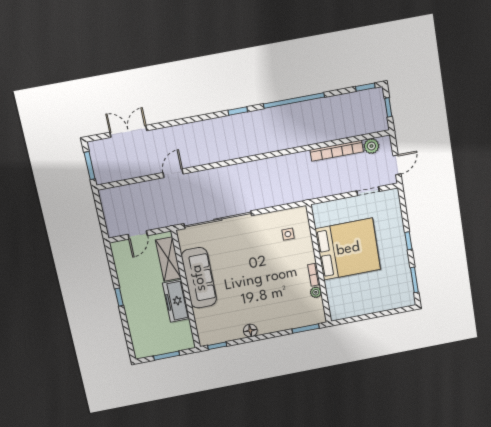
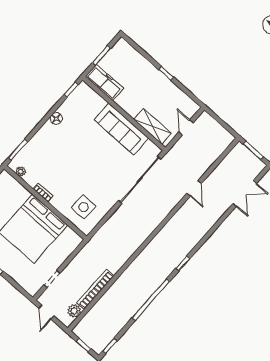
side table: (288, 234) -> (84, 207), width x1.87, depth x1.87
plant: (316, 292) -> (21, 172), moved
freezer: (176, 301) -> (104, 82), moved

